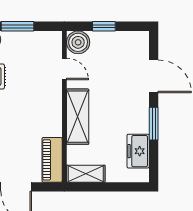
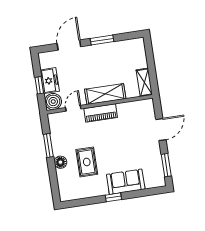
freezer: (138, 151) -> (50, 81), moved, turned -90
piano: (52, 160) -> (101, 113), moved

